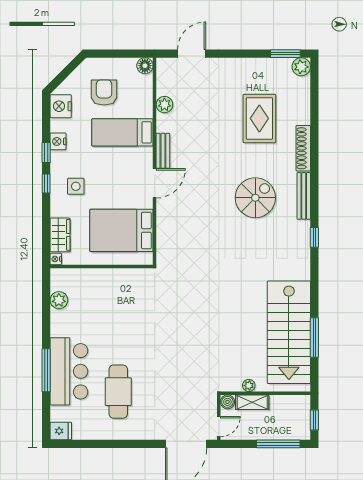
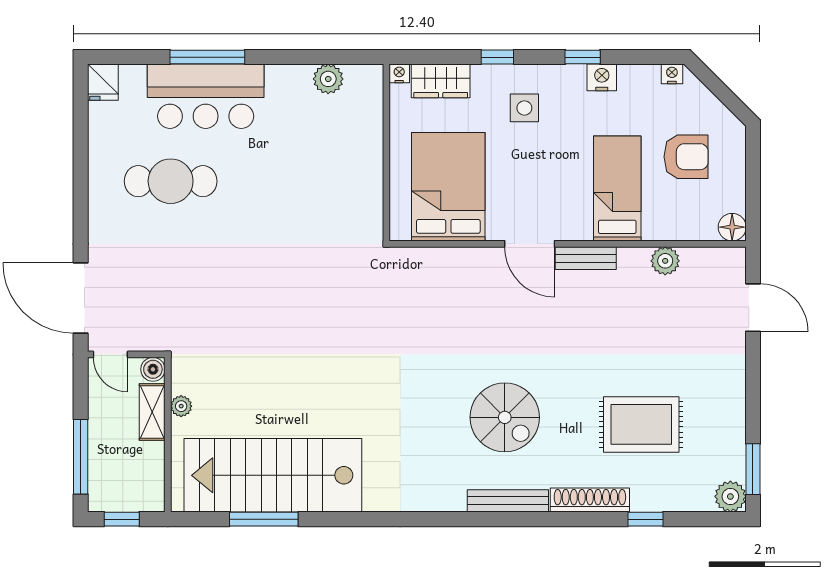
nightstand: (61, 106) -> (672, 74), width x0.53, depth x0.56
window: (46, 183) -> (497, 57), moved
window: (314, 237) -> (645, 519), moved

